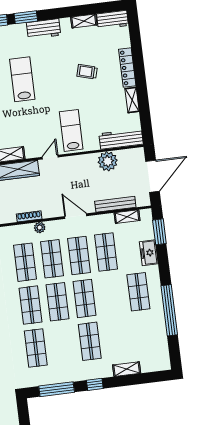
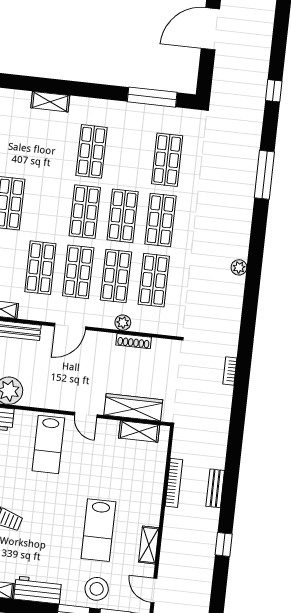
workbench: (44, 29) -> (38, 590), moved
stool: (14, 38) -> (97, 589), added
door: (50, 157) -> (86, 415), hinge flipped
door: (76, 216) -> (70, 326), hinge flipped
window: (95, 384) -> (99, 91), removed

